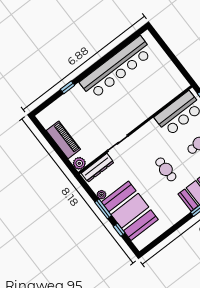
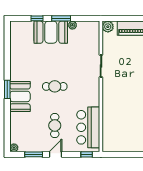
dresser: (98, 168) -> (94, 37), removed
booth: (130, 211) -> (51, 32), width x0.73, depth x0.70

